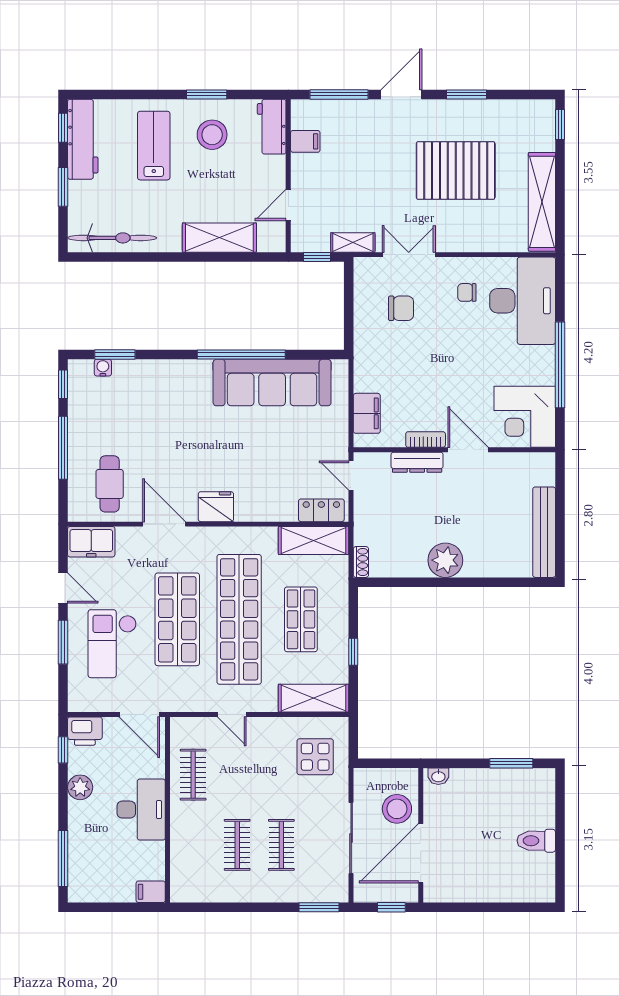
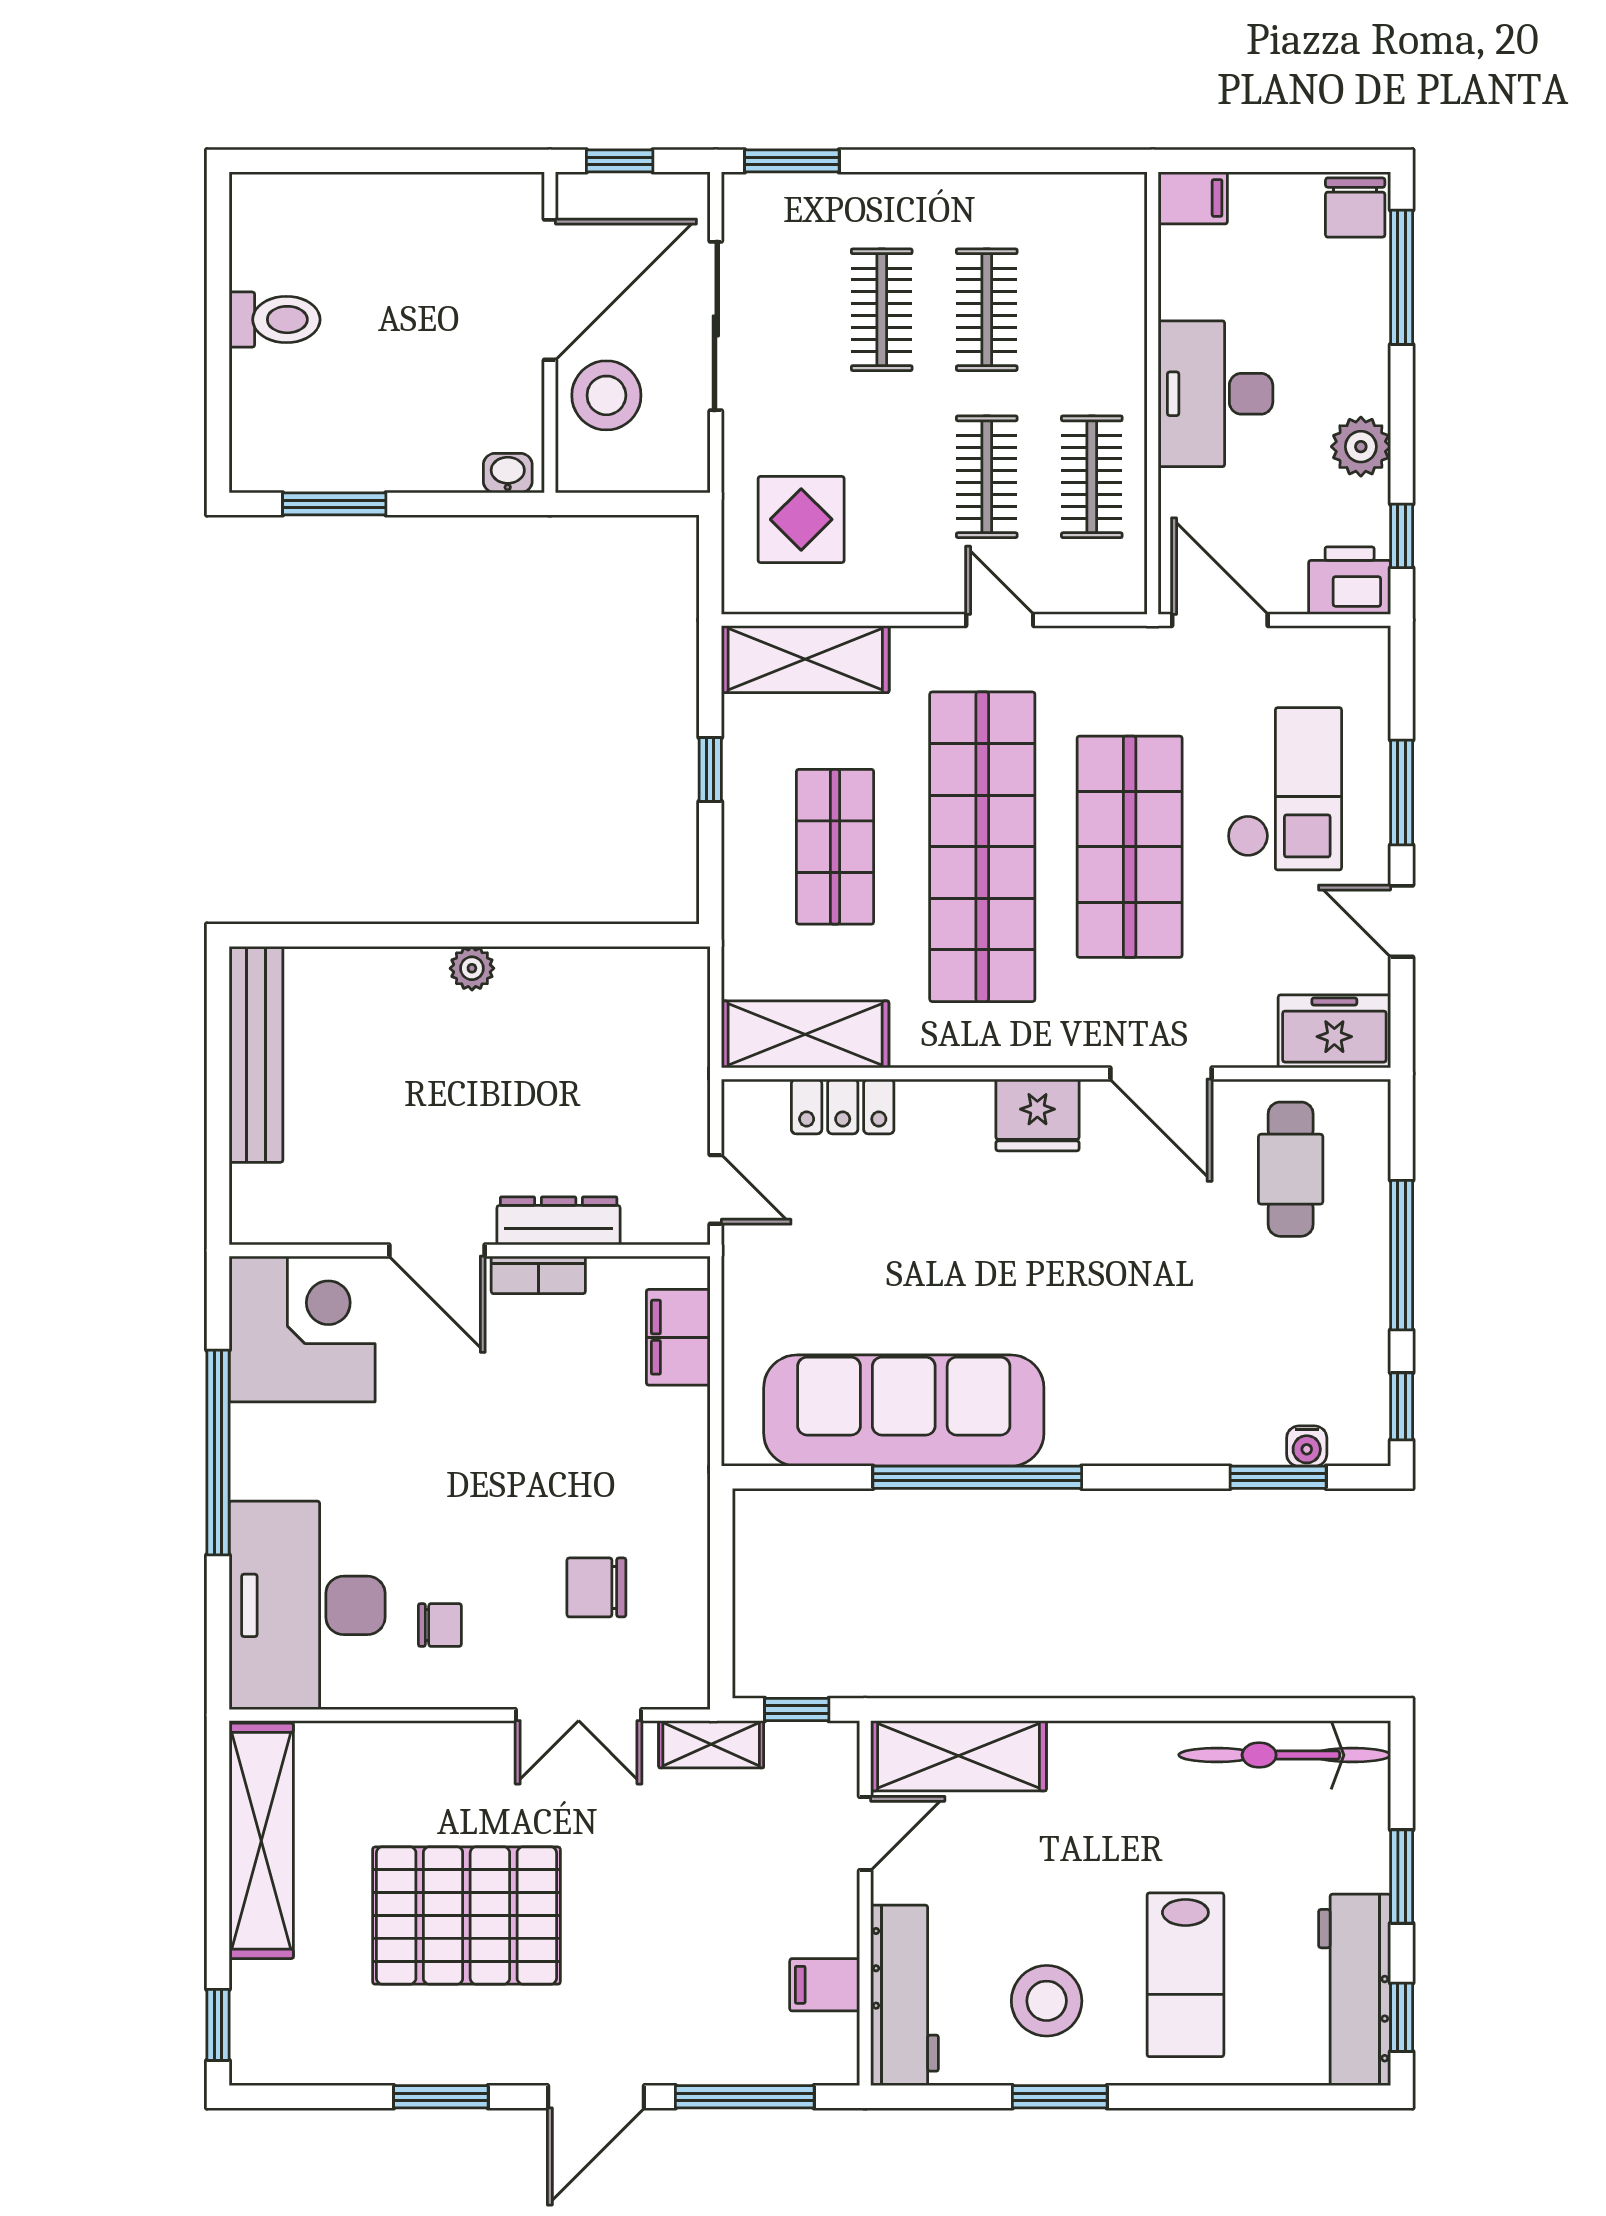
workbench: (272, 127) -> (905, 1995), width x1.37
shelving: (219, 238) -> (959, 1756), moved
locker: (321, 510) -> (843, 1106), moved
plant: (445, 560) -> (472, 968), width x0.53, depth x0.53
shoe rack: (361, 562) -> (692, 983), removed
clothes rail: (237, 775) -> (987, 477), added
chair: (83, 888) -> (1355, 208), added

